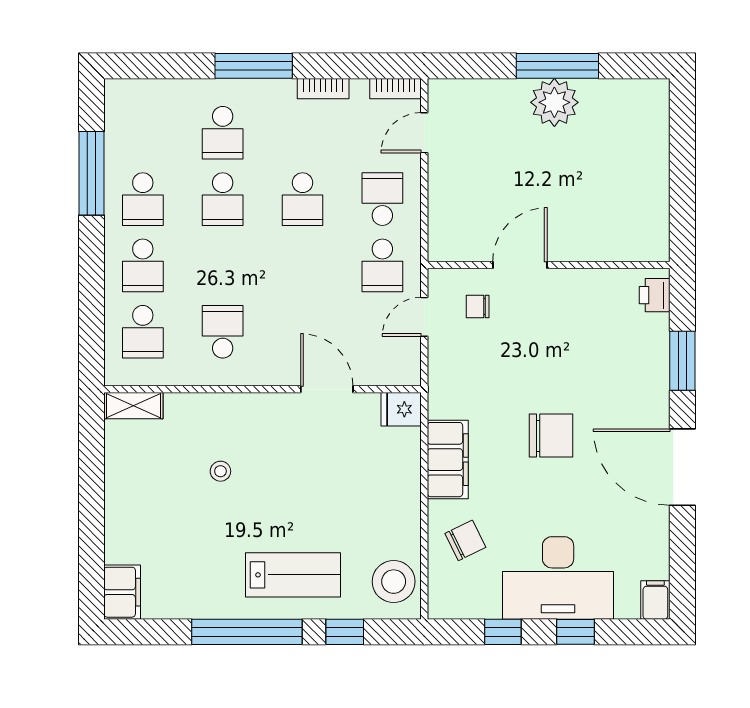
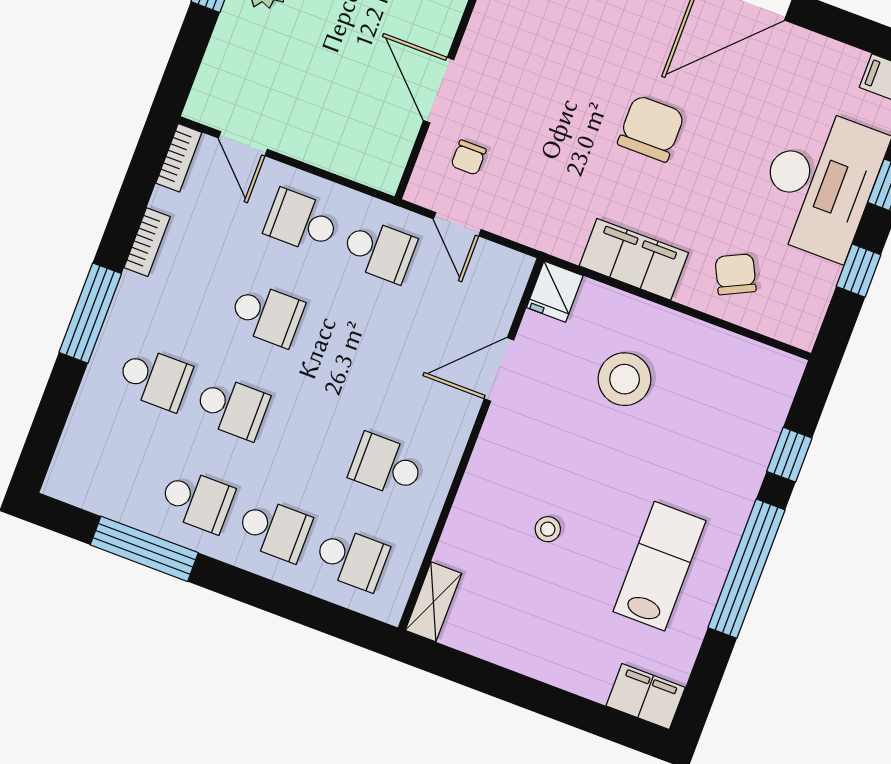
lab bench: (293, 575) -> (660, 566), moved
stool: (394, 582) -> (625, 379), moved

